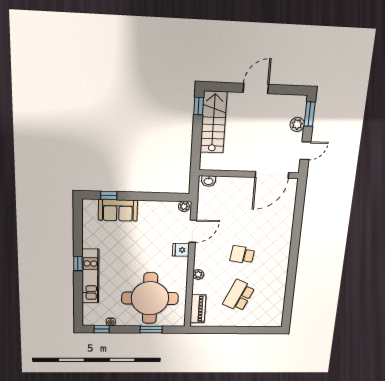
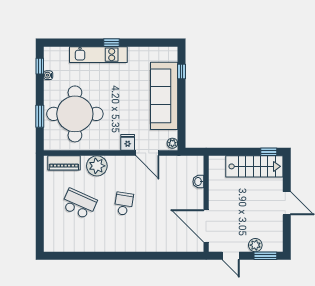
washbasin: (209, 181) -> (198, 182), moved
sofa: (118, 210) -> (164, 96), width x1.85, depth x1.27
plant: (198, 274) -> (97, 166), width x1.87, depth x1.87

